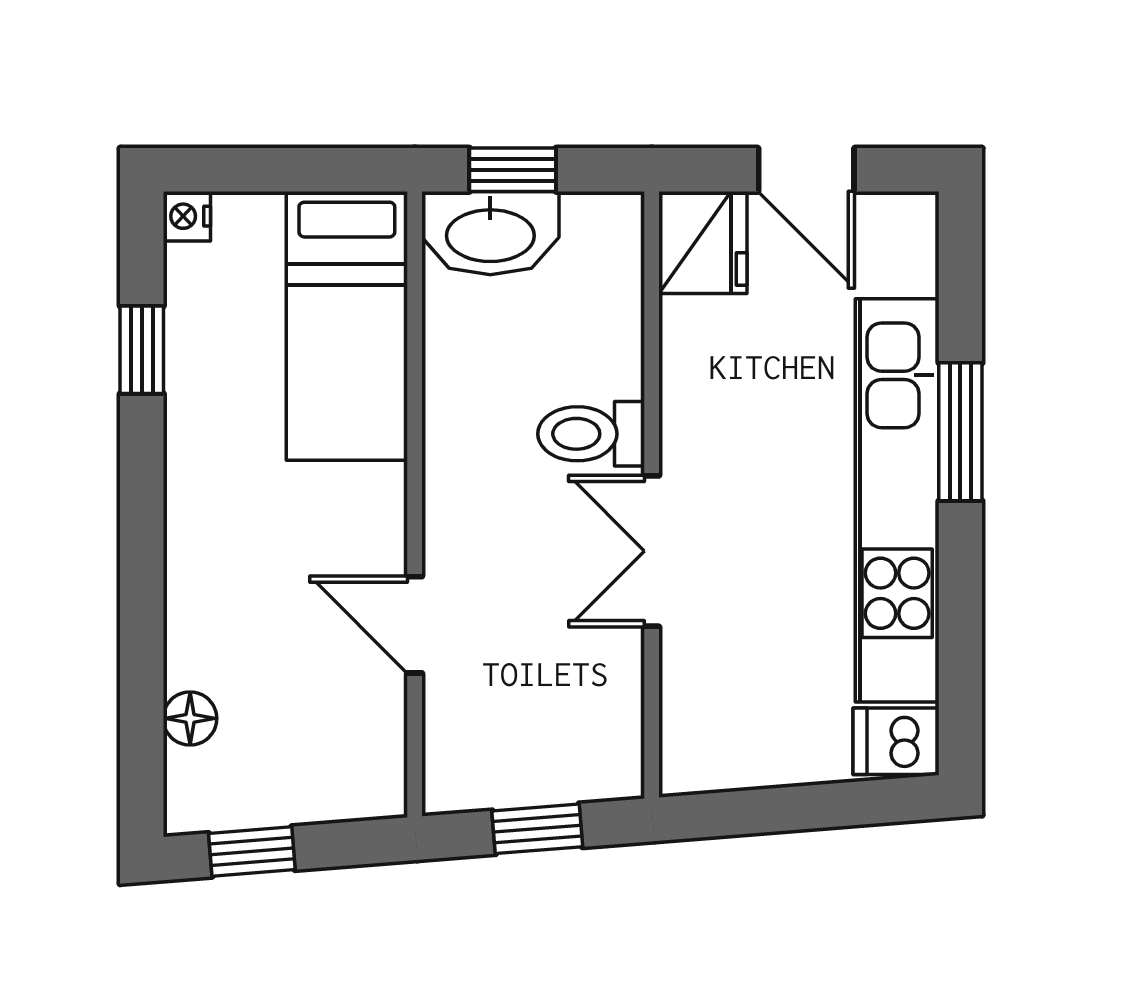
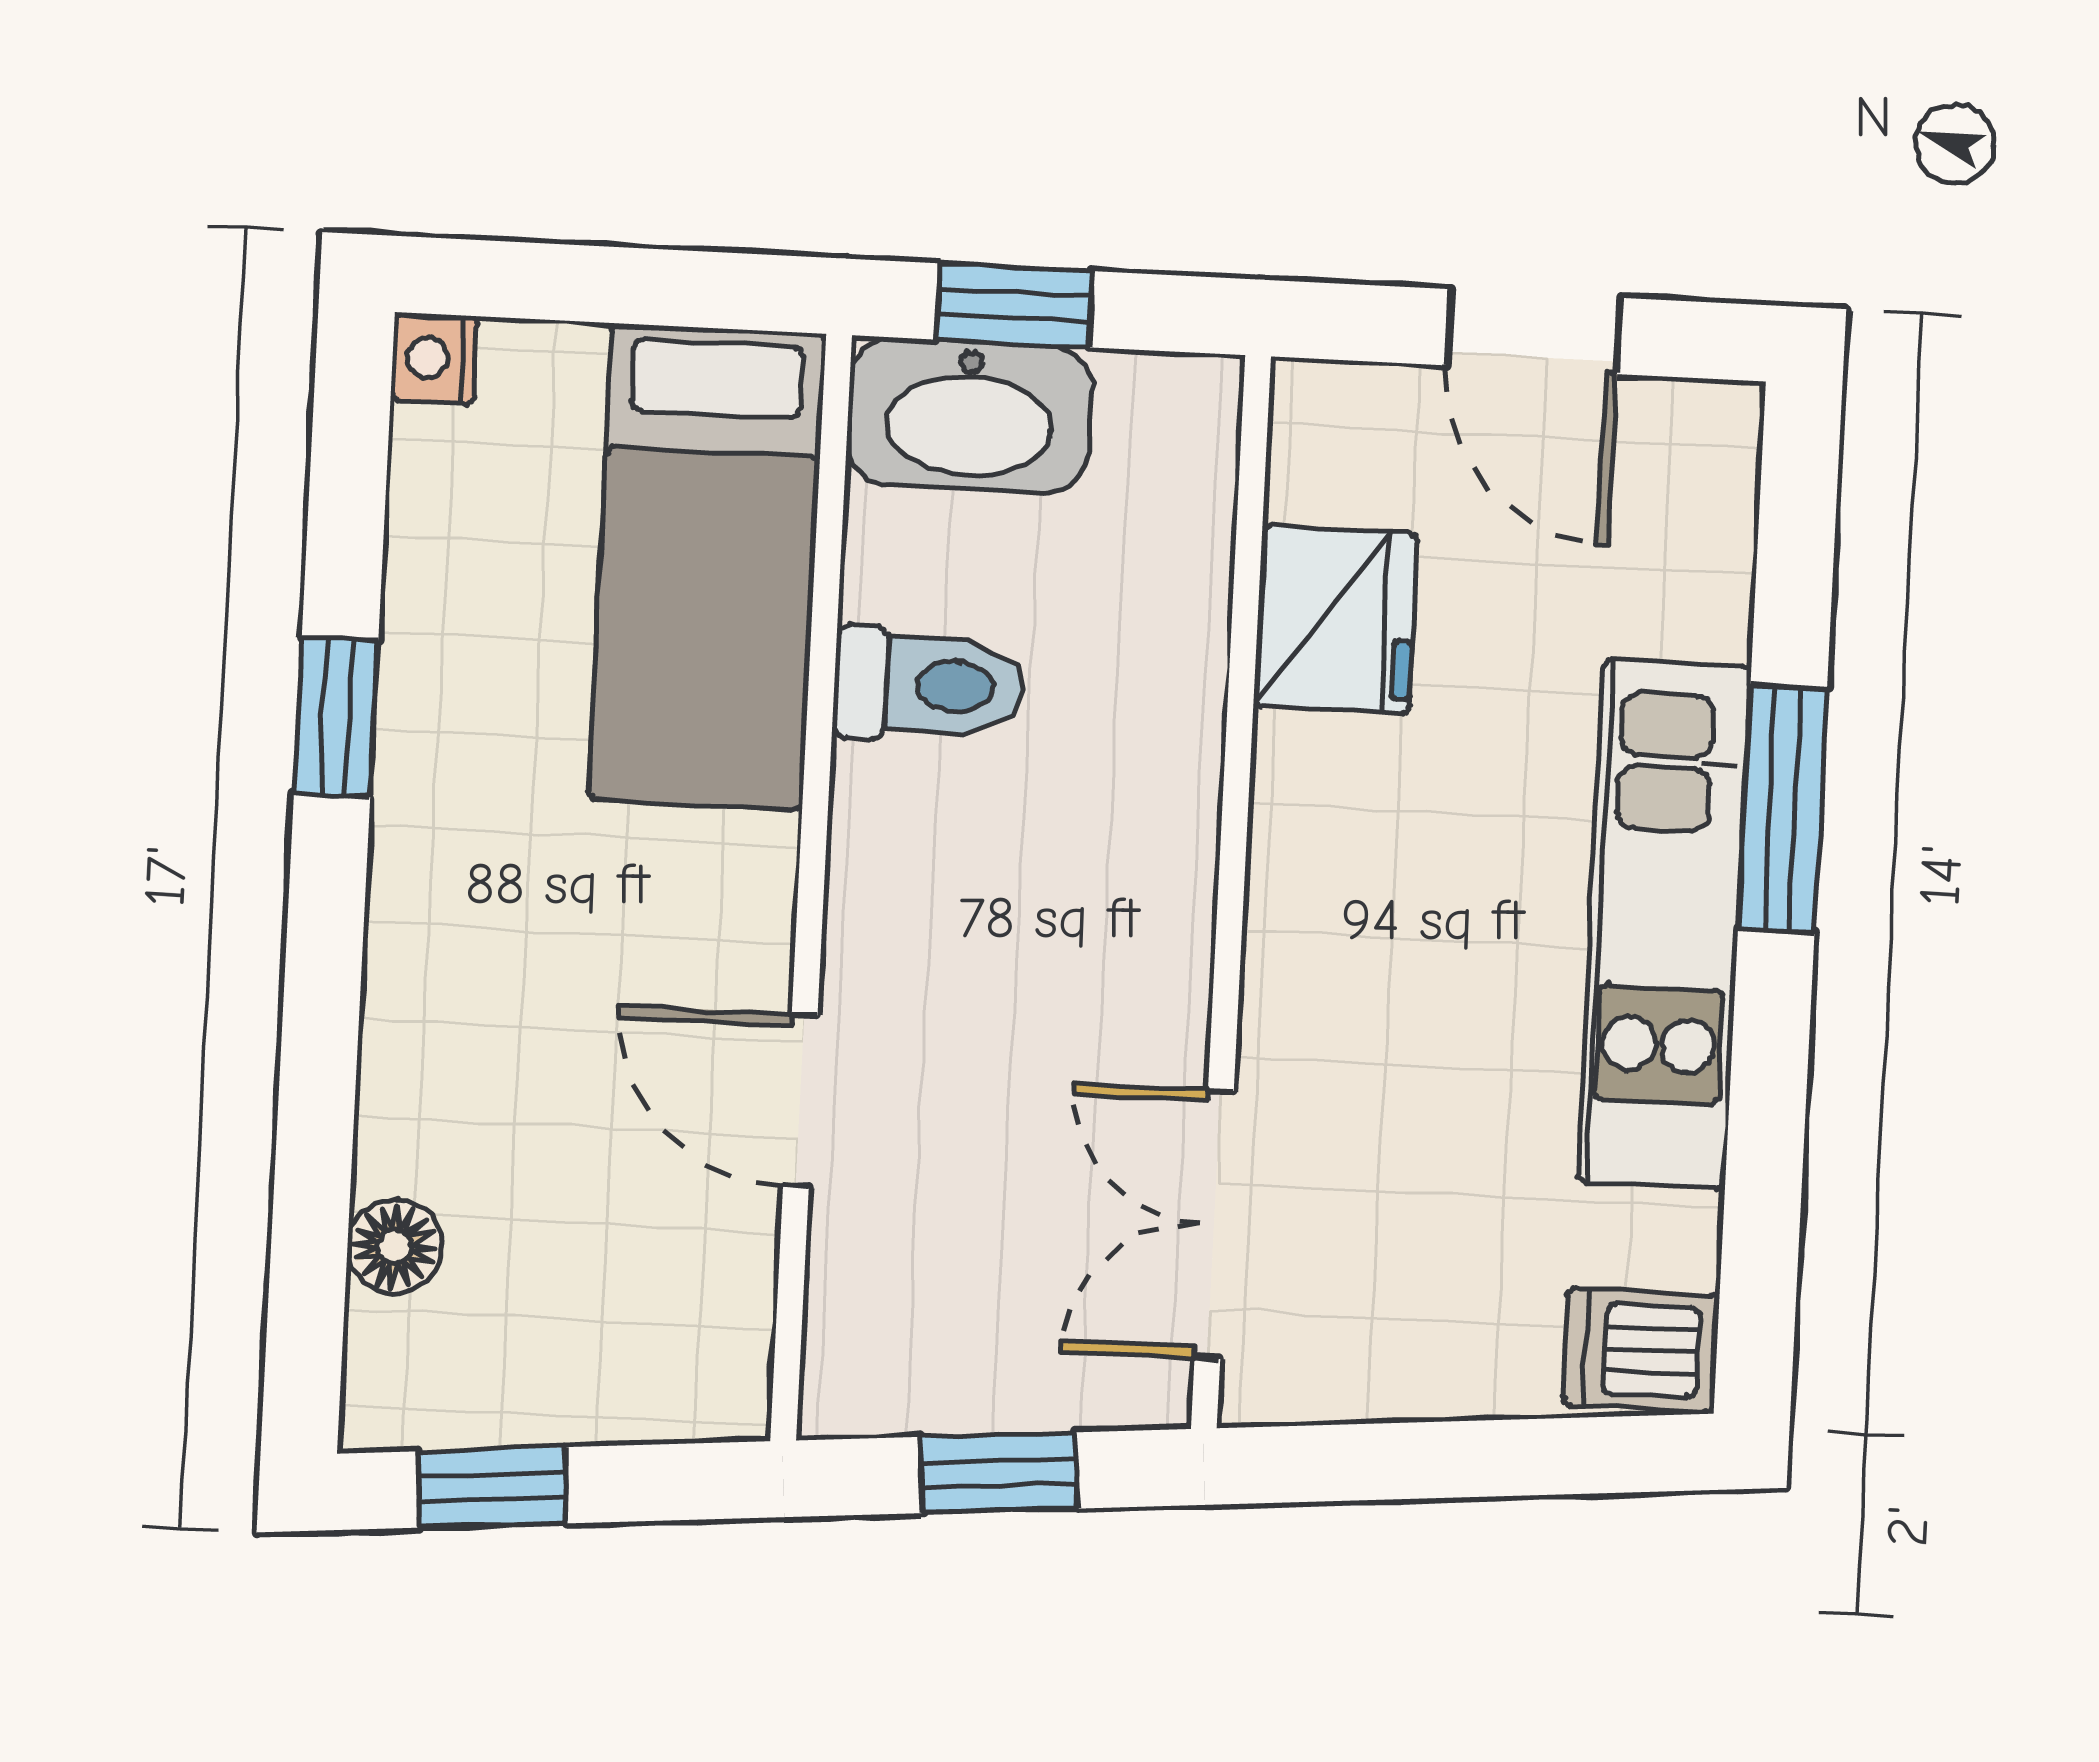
fridge: (703, 242) -> (1335, 620), moved
window: (142, 350) -> (336, 717), moved
toilet: (591, 434) -> (928, 685), moved, turned 180
kitchen unit: (897, 500) -> (1665, 924), width x0.73
double door: (652, 551) -> (1214, 1224), moved

